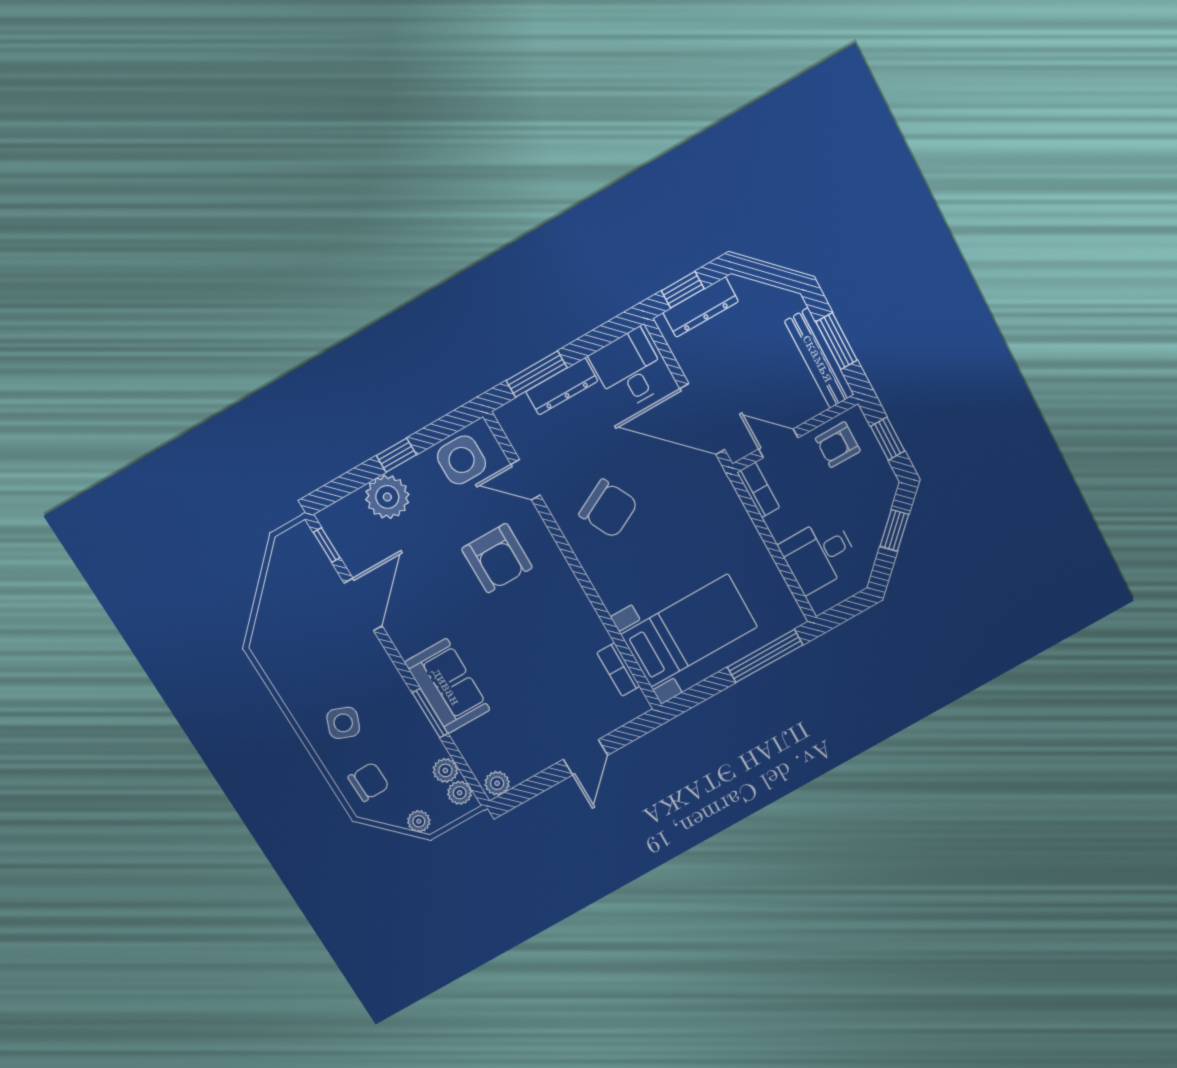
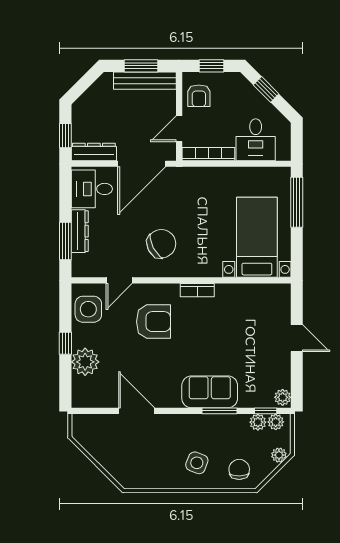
dresser: (701, 307) -> (94, 152), moved, turned -90
bookcase: (758, 490) -> (208, 154), width x1.56
window: (327, 545) -> (266, 411), moved
bookcase: (618, 670) -> (197, 290), moved

